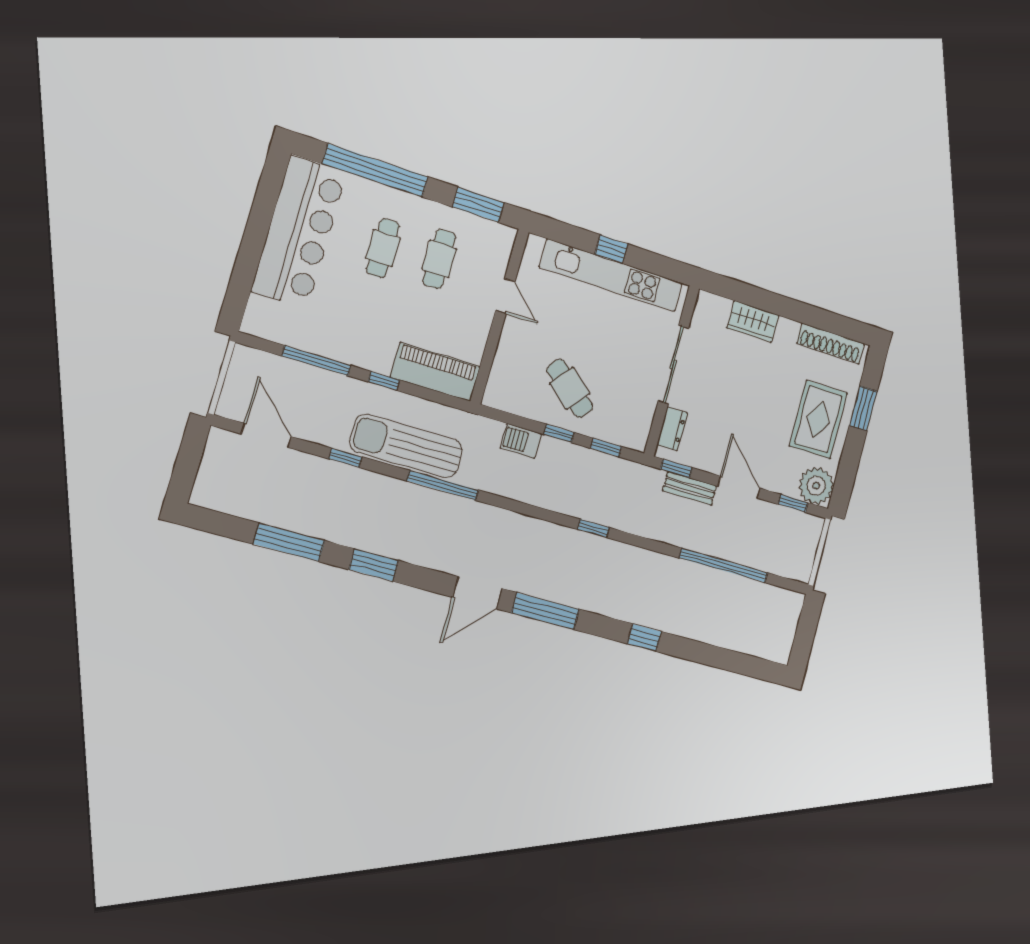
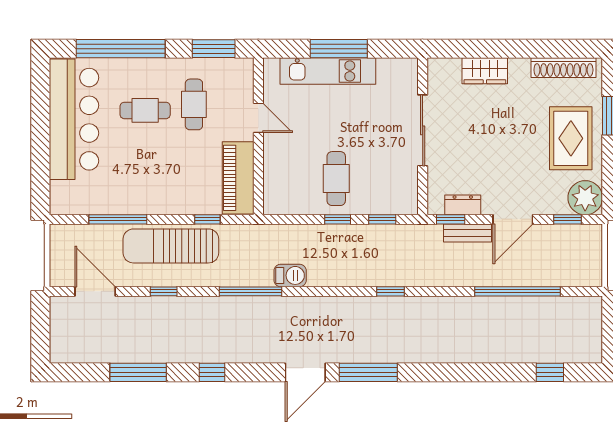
cafe table: (383, 248) -> (145, 110), turned 90
window: (611, 249) -> (339, 49), width x2.17
kitchen unit: (611, 275) -> (328, 71), width x0.73
piano: (435, 372) -> (238, 178), moved, turned -90
window: (384, 381) -> (207, 219), moved
cafe table: (570, 388) -> (336, 179), turned 50
dresser: (672, 429) -> (463, 205), moved, turned -90
barbecue: (521, 441) -> (290, 275), moved, turned 180
sun lounger: (406, 446) -> (171, 246), moved
door: (739, 487) -> (513, 219), swing flipped
window: (374, 565) -> (212, 372), width x0.67
window: (644, 638) -> (550, 372), moved

